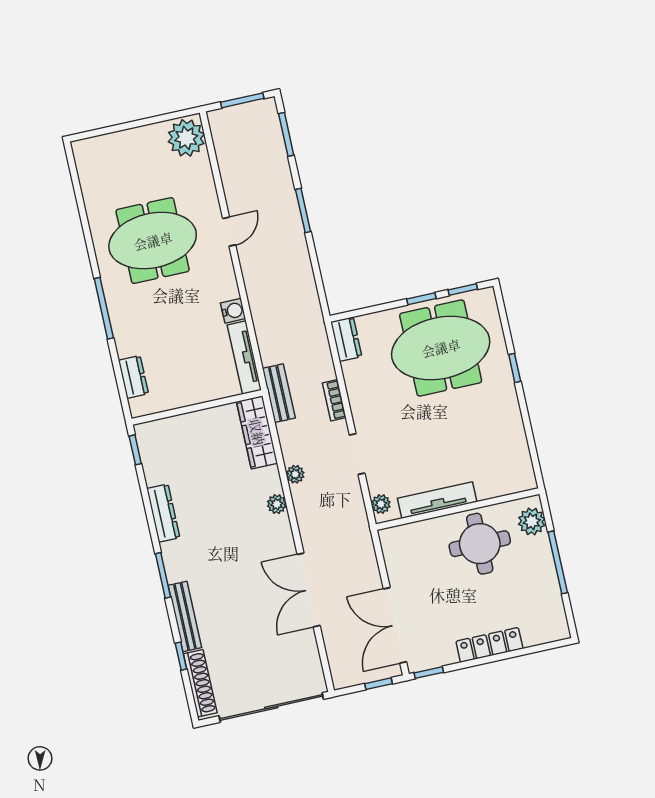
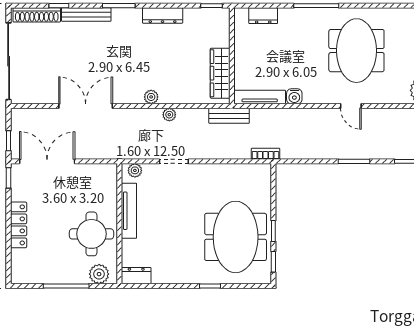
dresser: (346, 339) -> (136, 276), moved, turned 180
bookcase: (334, 400) -> (265, 154), moved
wardrobe: (257, 432) -> (220, 73), moved, turned -90

